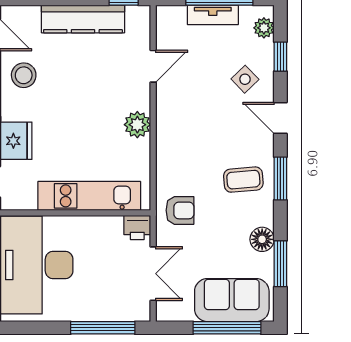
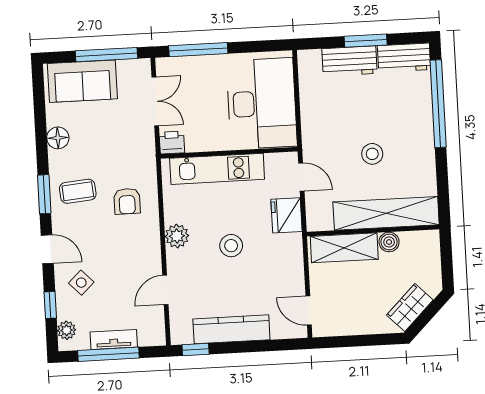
stool: (24, 75) -> (231, 246), moved
armchair: (180, 210) -> (127, 201), moved, turned -90
window: (280, 264) -> (40, 117), removed
double door: (153, 274) -> (155, 101), swing flipped
window: (227, 328) -> (106, 55), moved

